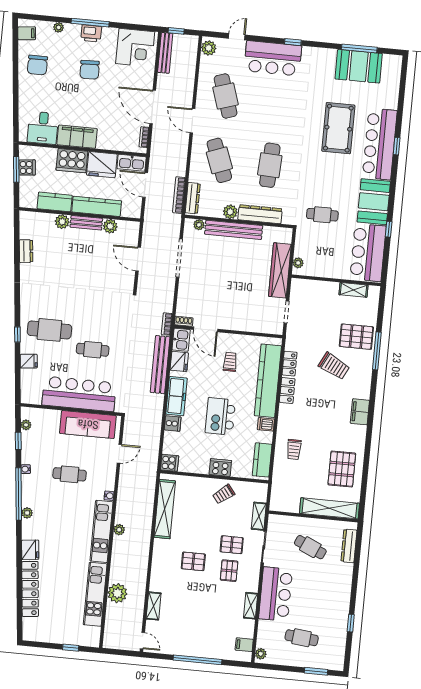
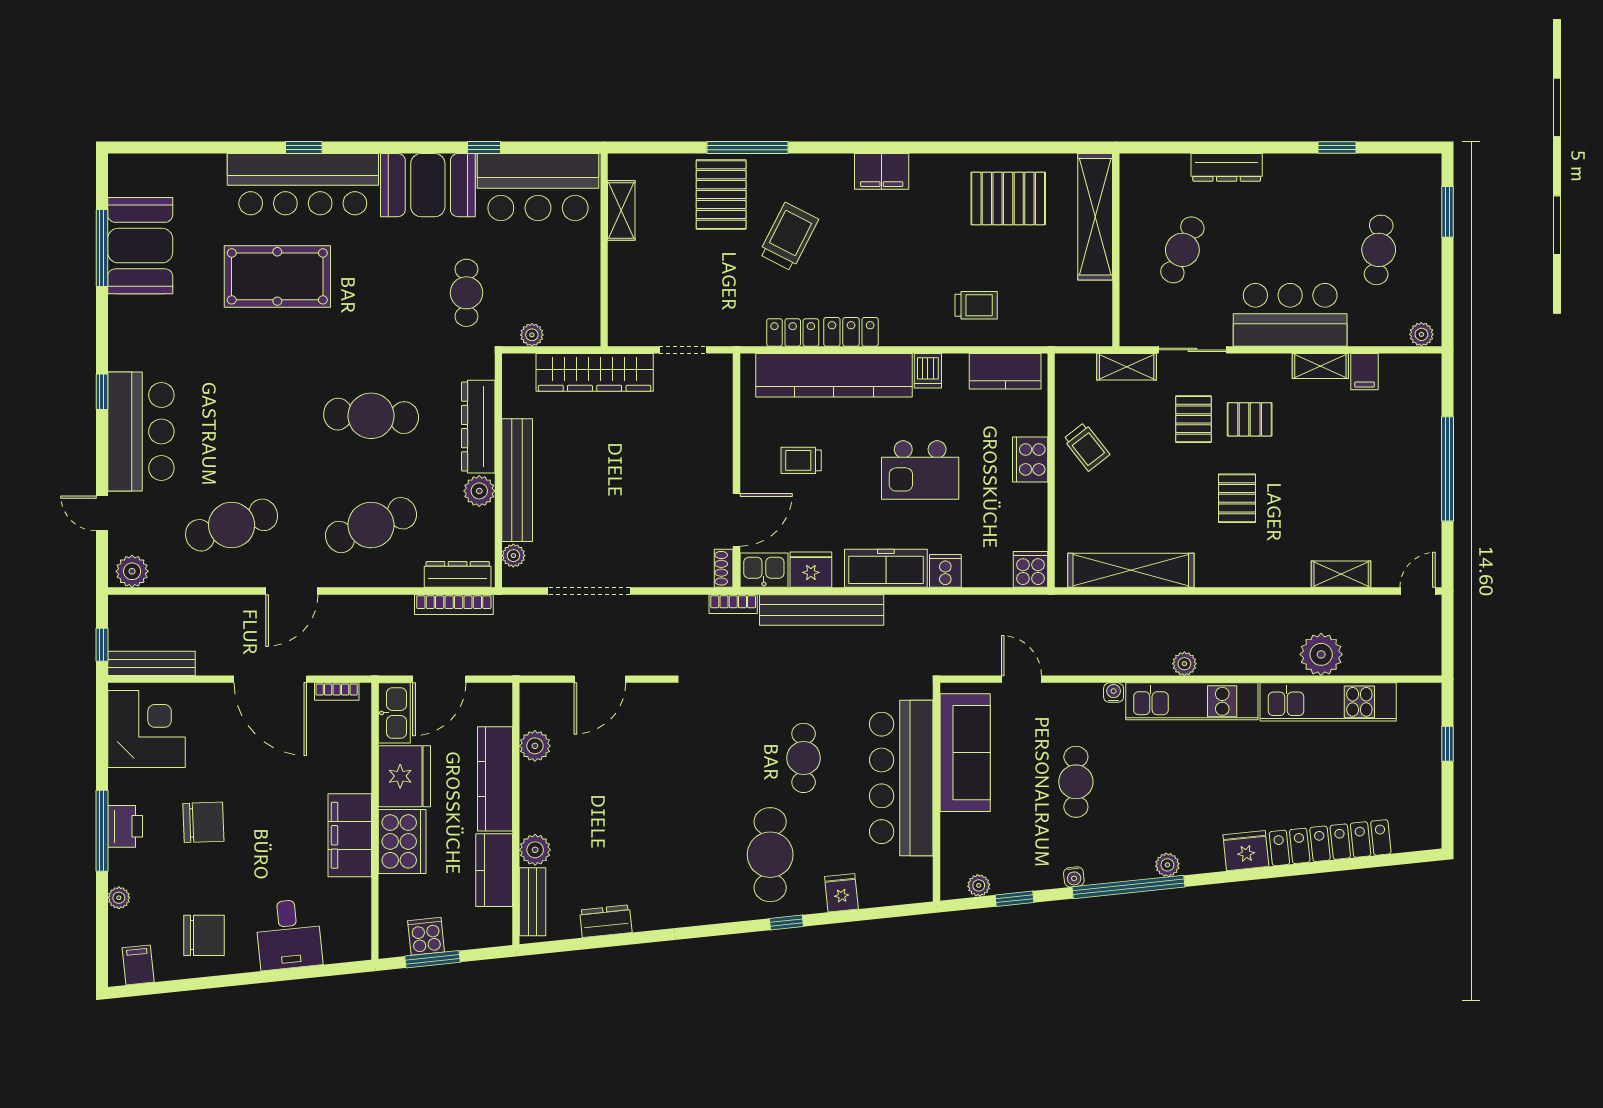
door: (153, 107) -> (270, 679), hinge flipped
desk: (43, 128) -> (289, 934), moved, turned 84
bench: (86, 223) -> (533, 902), moved
plant: (298, 263) -> (532, 335), moved
dresser: (349, 546) -> (1227, 167), moved
filing cabinet: (244, 645) -> (1365, 372), moved

